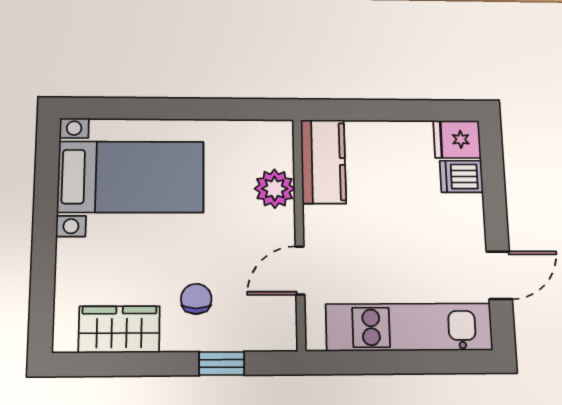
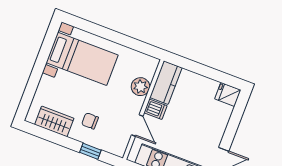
dishwasher: (461, 176) -> (156, 109), moved, turned 180
door: (300, 270) -> (137, 125), swing flipped
chair: (196, 299) -> (90, 121), turned -90

